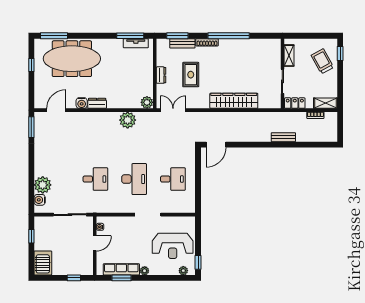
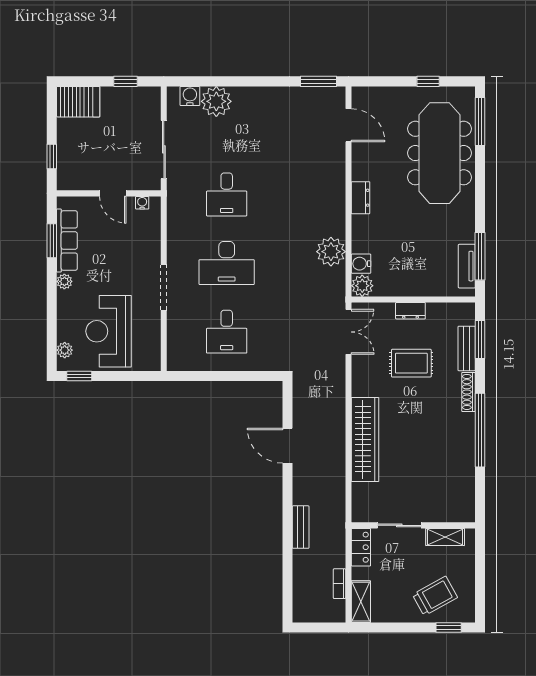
water cooler: (82, 103) -> (361, 264), moved
door: (216, 145) -> (288, 446), moved

